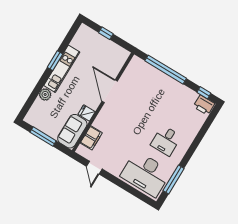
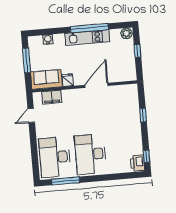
window: (55, 61) -> (89, 28), width x2.11
window: (166, 70) -> (143, 115), width x0.32
plant: (45, 95) -> (127, 33), moved
water cooler: (38, 104) -> (48, 39), added
desk: (166, 141) -> (90, 154), width x1.87, depth x1.30

